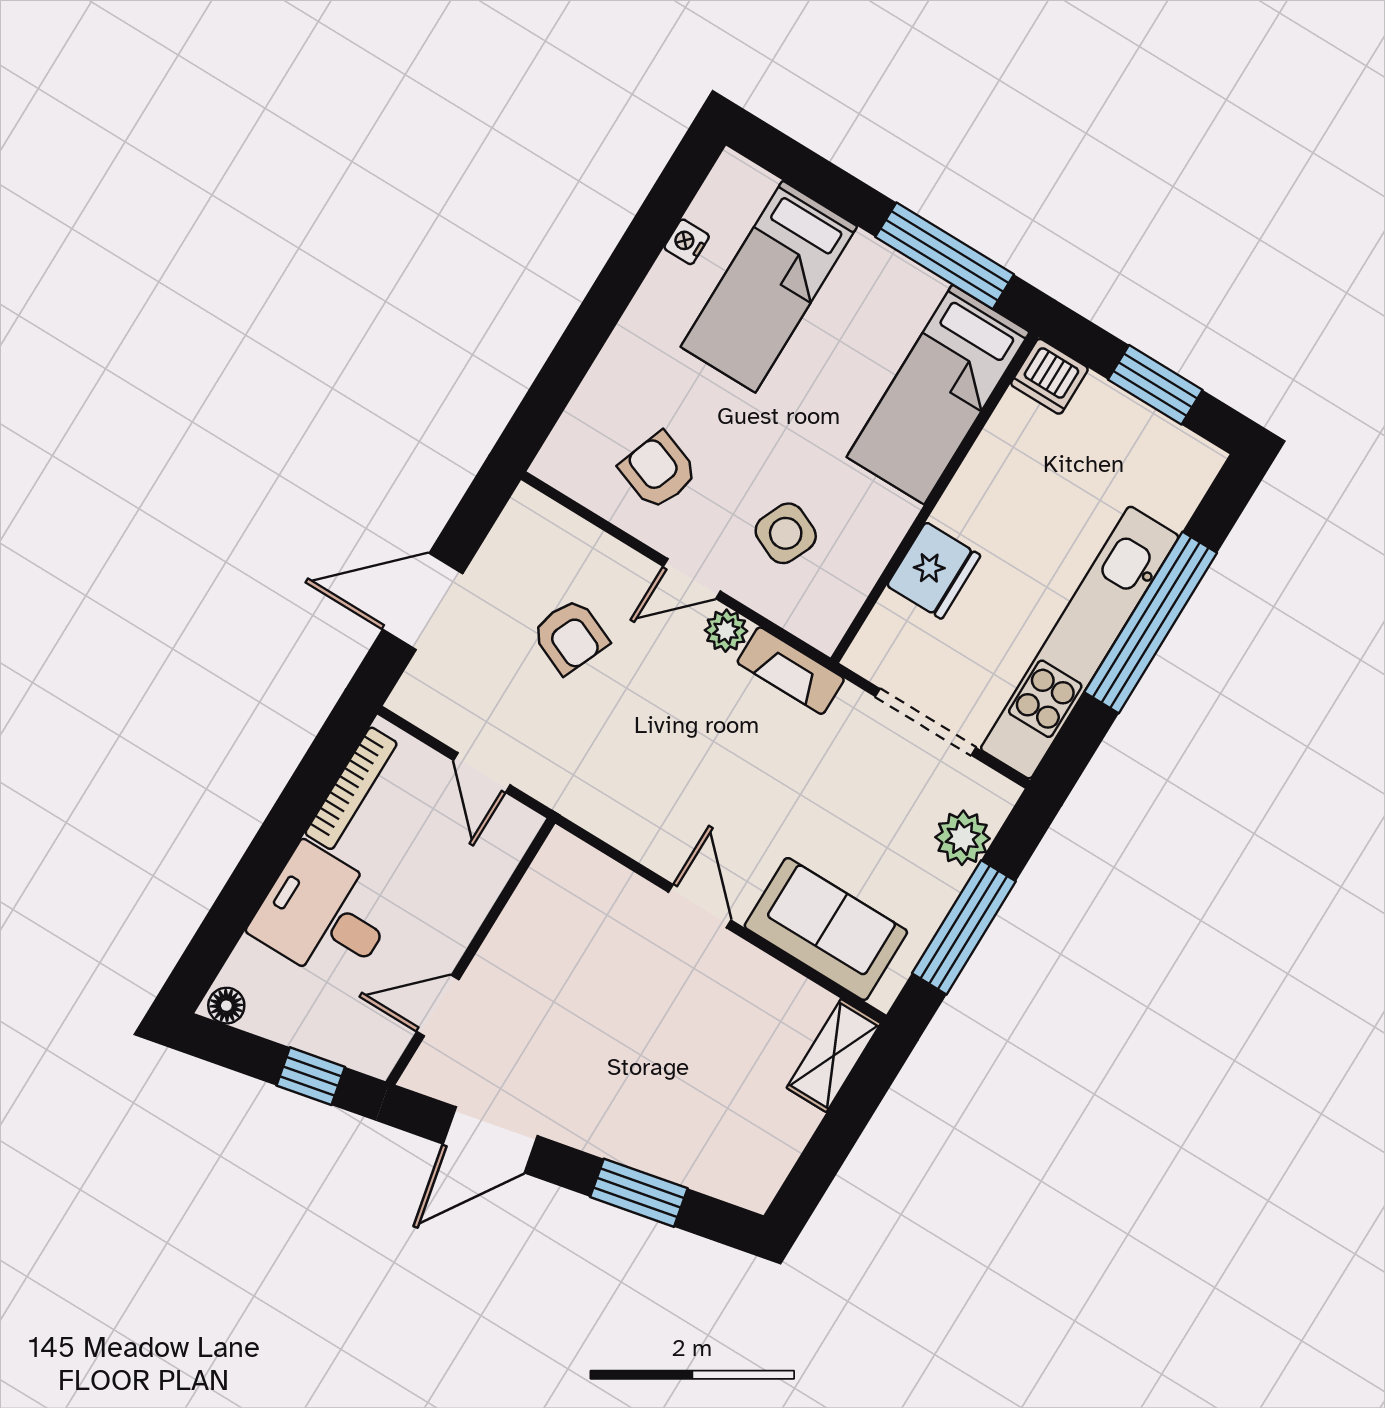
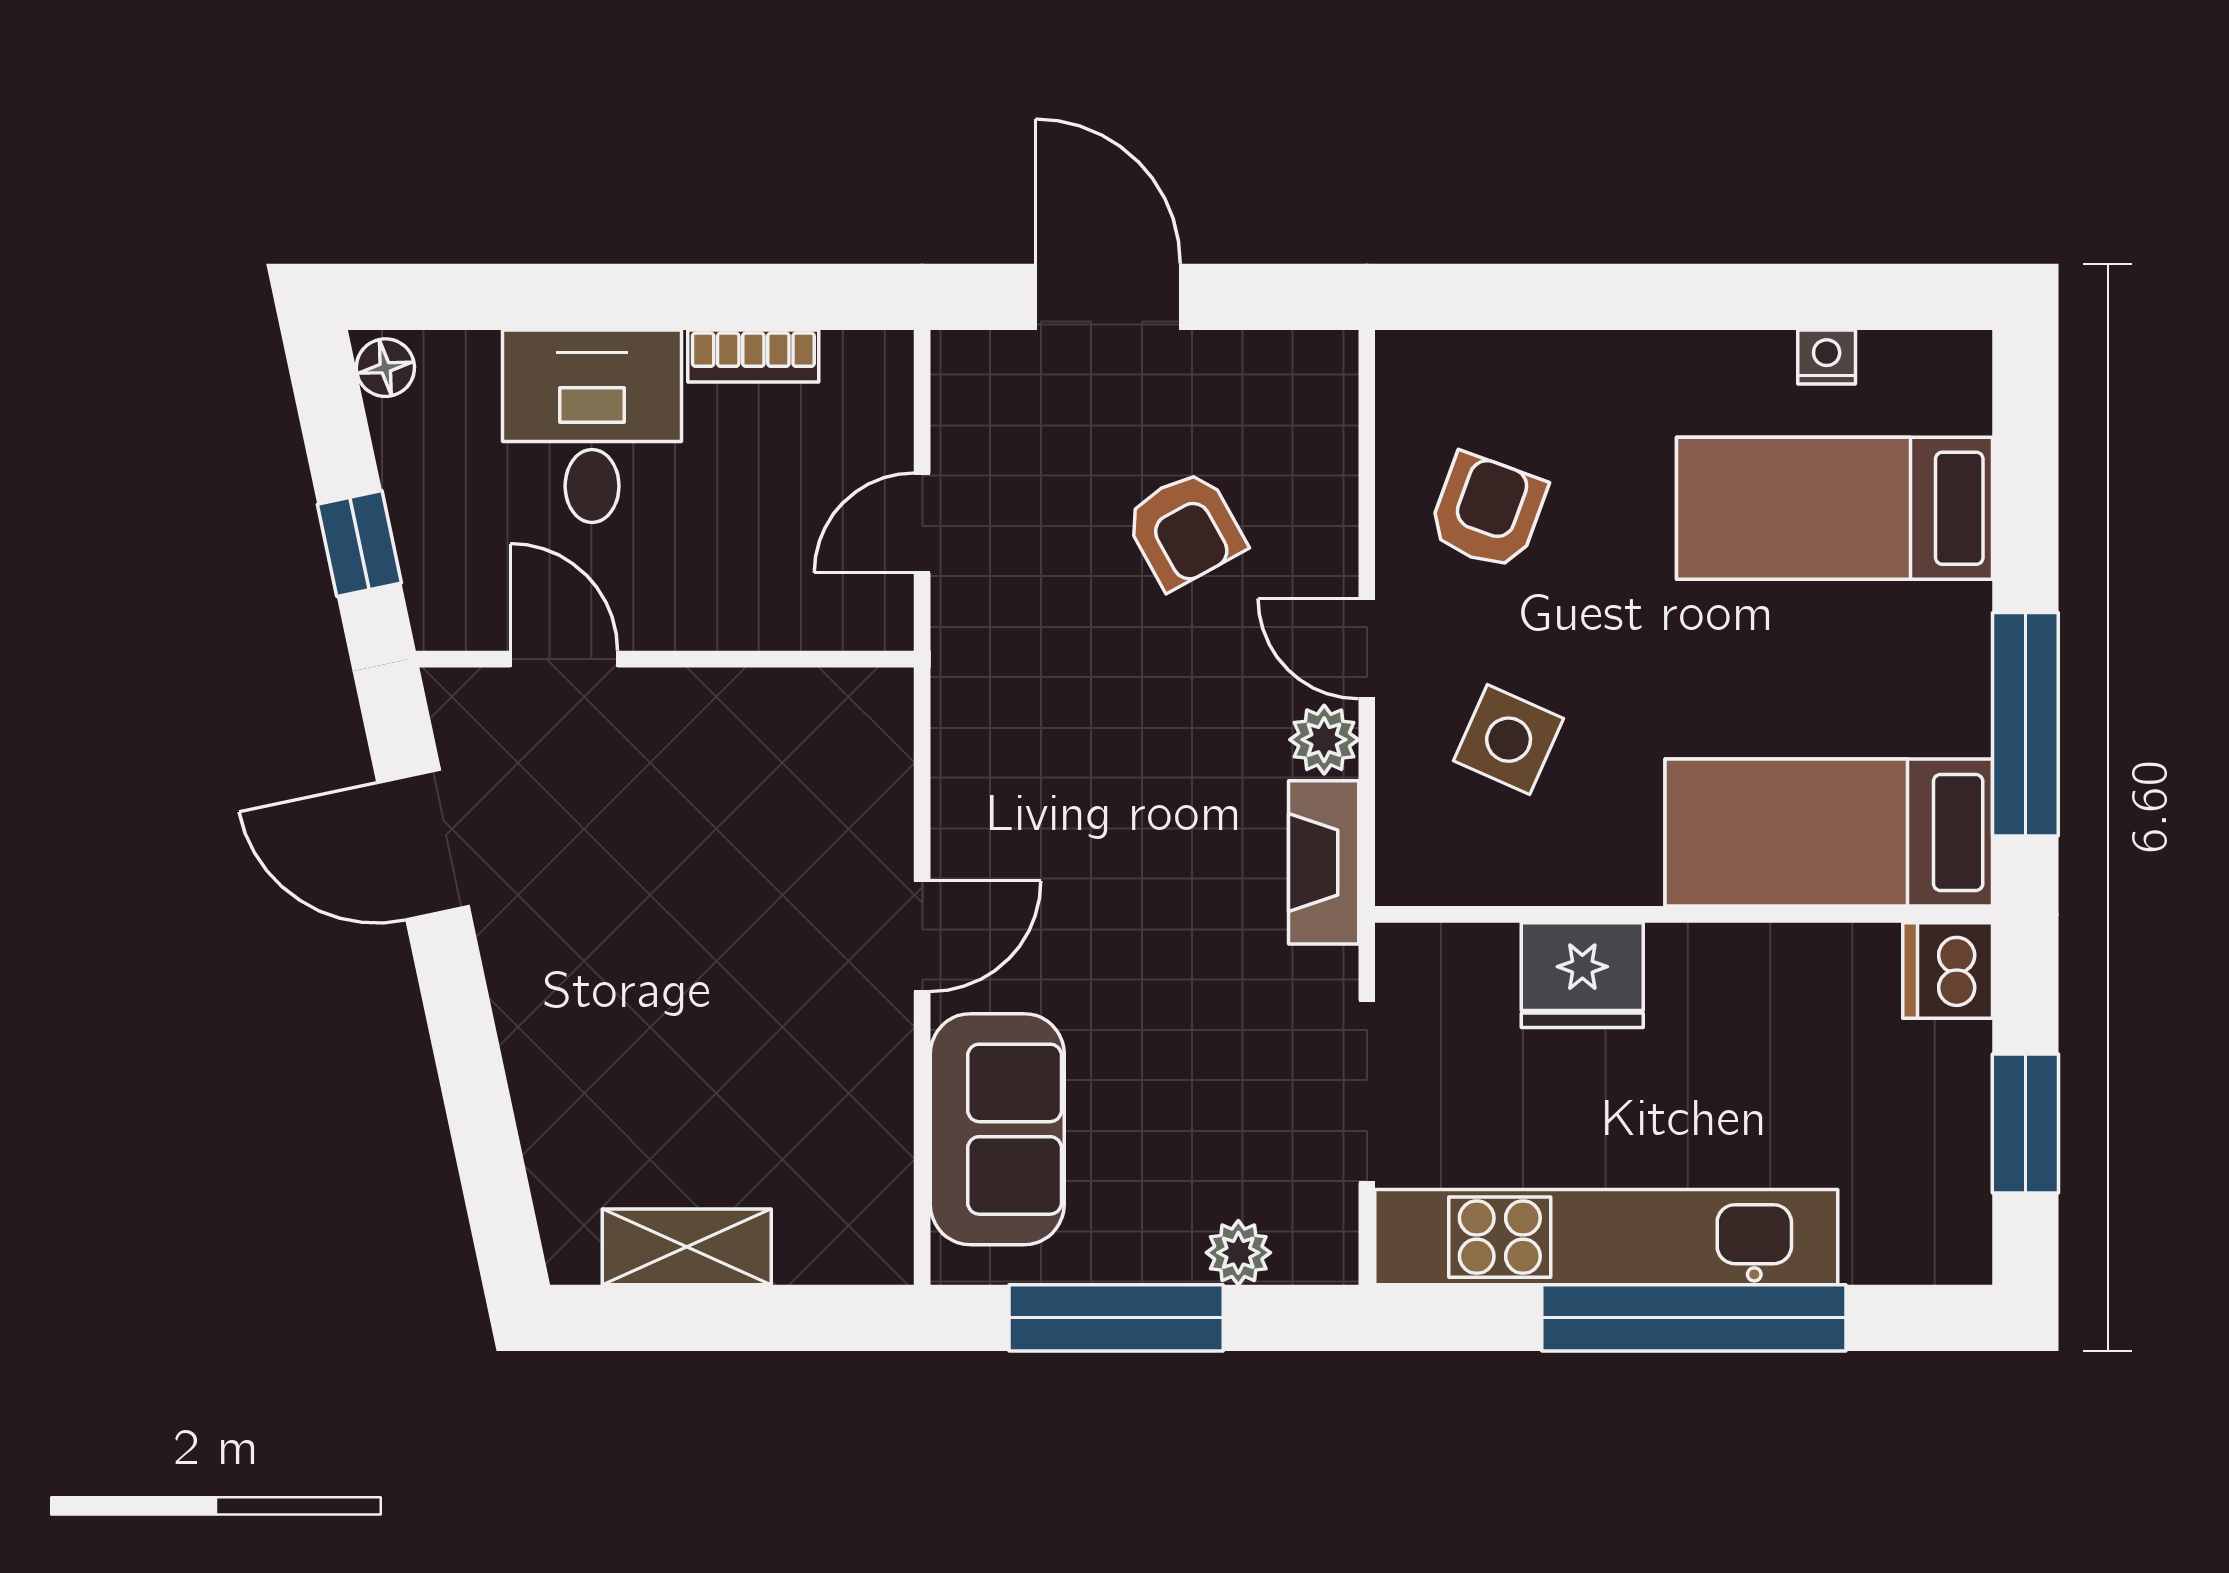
armchair: (570, 636) -> (1185, 529), turned -52
bookcase: (351, 788) -> (753, 356), width x0.64
plant: (963, 838) -> (1238, 1253), width x0.73, depth x0.73
shelving: (834, 1056) -> (687, 1247), moved
window: (639, 1193) -> (476, 1094), removed

